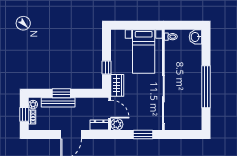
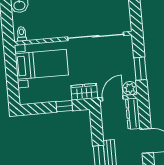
dresser: (99, 125) -> (133, 114), width x1.44
window: (143, 135) -> (140, 69), moved

